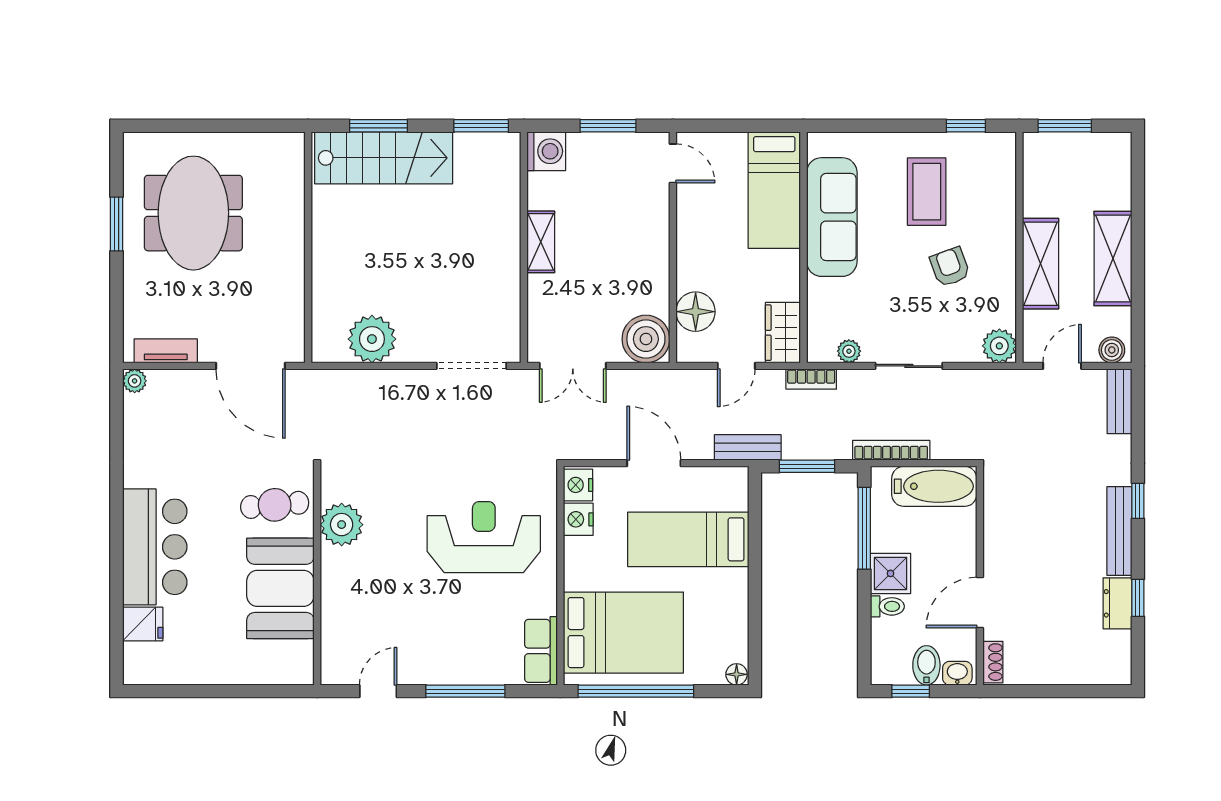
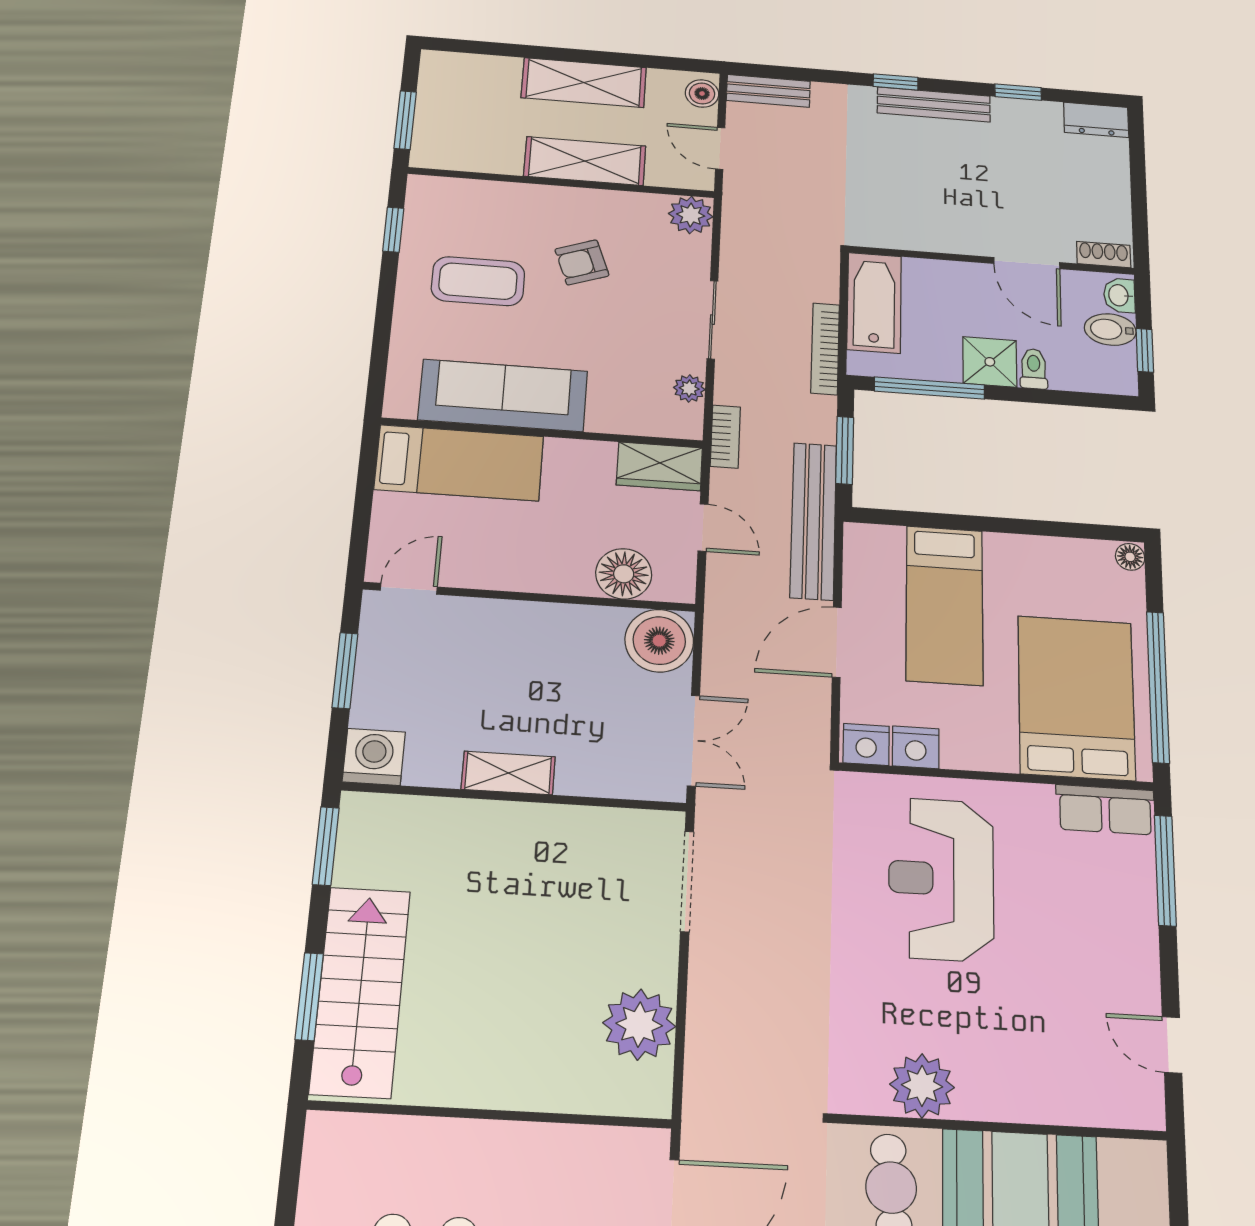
bench: (748, 447) -> (813, 521), width x1.86, depth x1.21
dresser: (1117, 603) -> (1096, 120), moved
window: (465, 691) -> (1165, 870), moved

